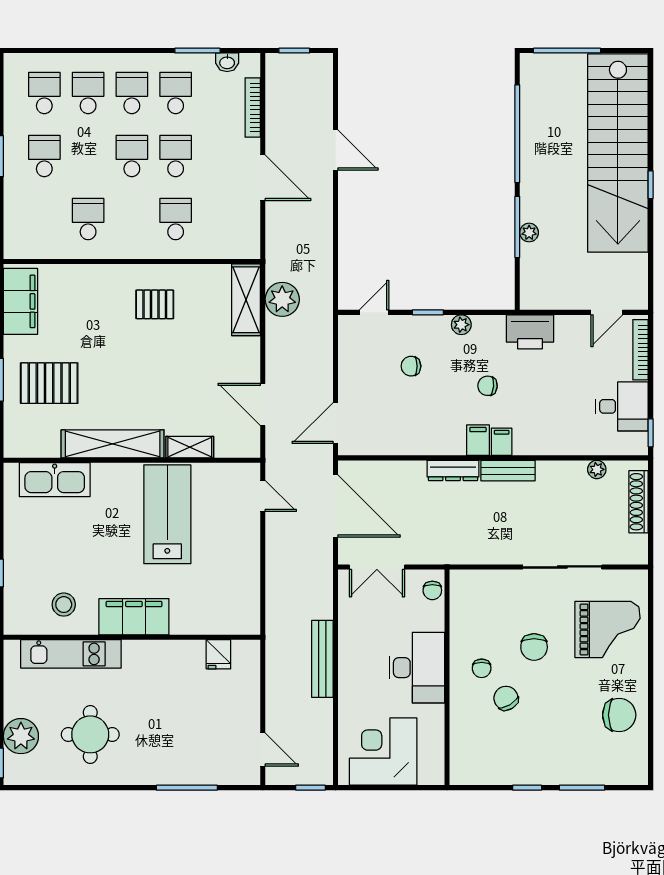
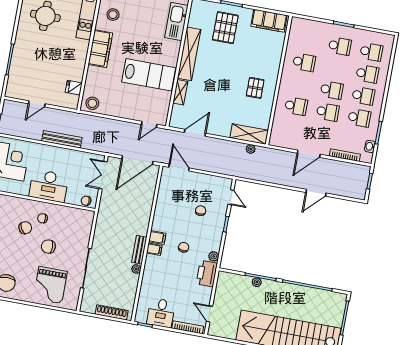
plant: (282, 299) -> (251, 149), width x0.53, depth x0.53
plant: (461, 325) -> (214, 256), moved
plant: (597, 469) -> (136, 269), moved
dresser: (453, 470) -> (144, 222), removed
stool: (242, 613) -> (92, 103), added
door: (263, 750) -> (37, 104), moved

